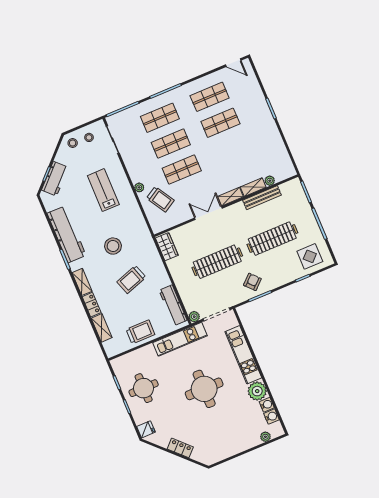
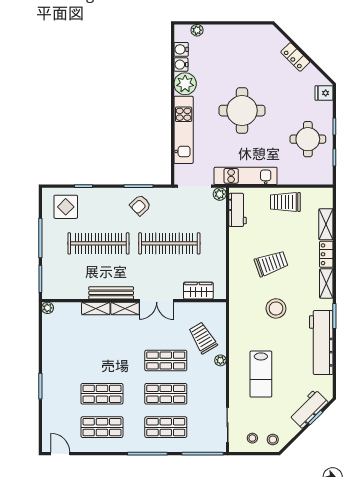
plant: (270, 181) -> (48, 308), moved
bench: (262, 198) -> (111, 293), moved
wardrobe: (167, 247) -> (198, 291), moved, turned 90
workbench: (173, 305) -> (238, 210), width x0.73

